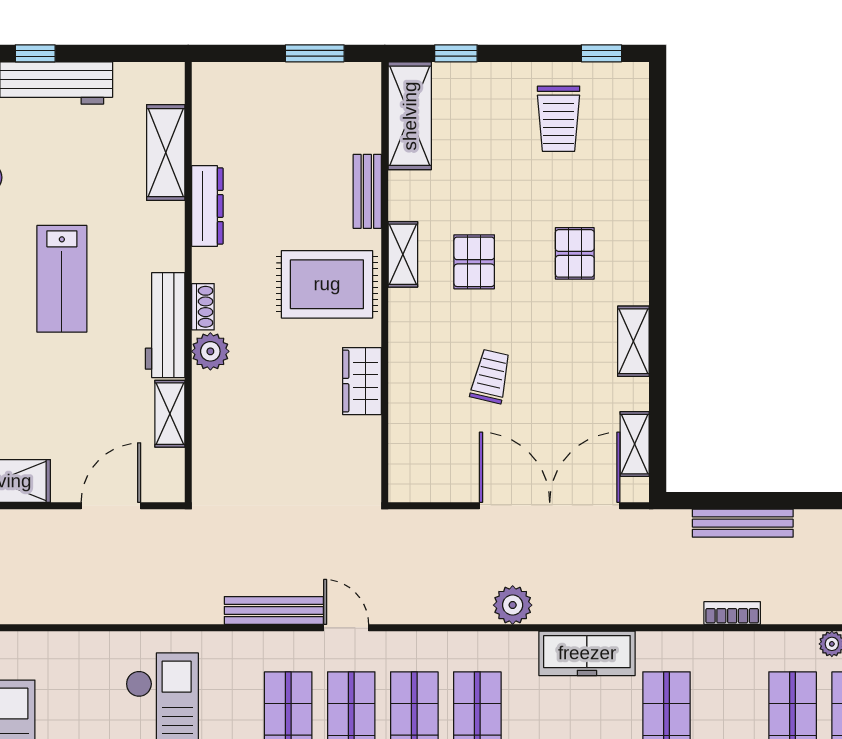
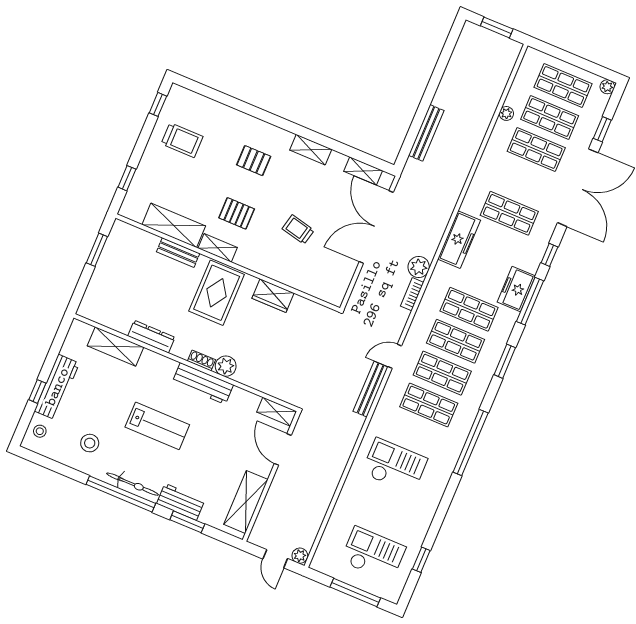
shelving: (410, 116) -> (174, 225), moved
shelving: (170, 414) -> (277, 412), moved
bookcase: (732, 613) -> (412, 294), moved

